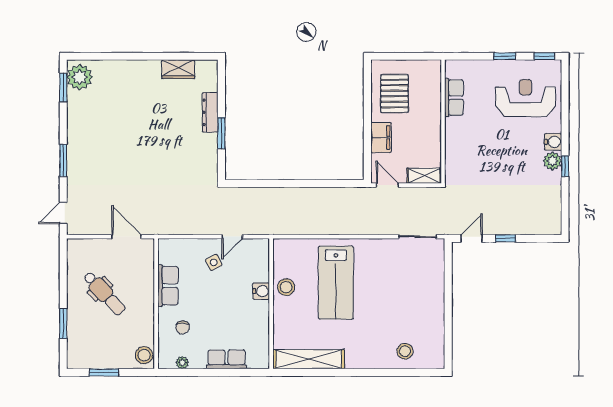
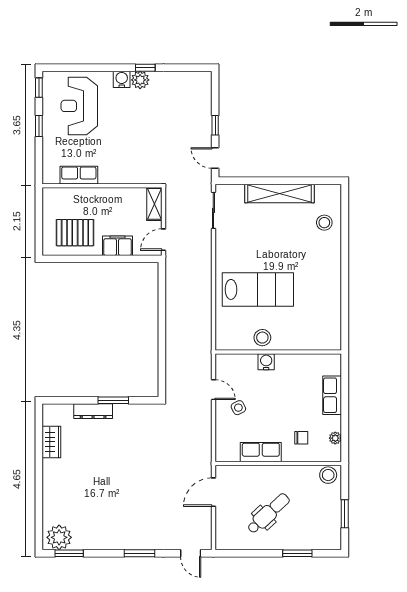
shelving: (309, 359) -> (280, 194), moved, turned 90

